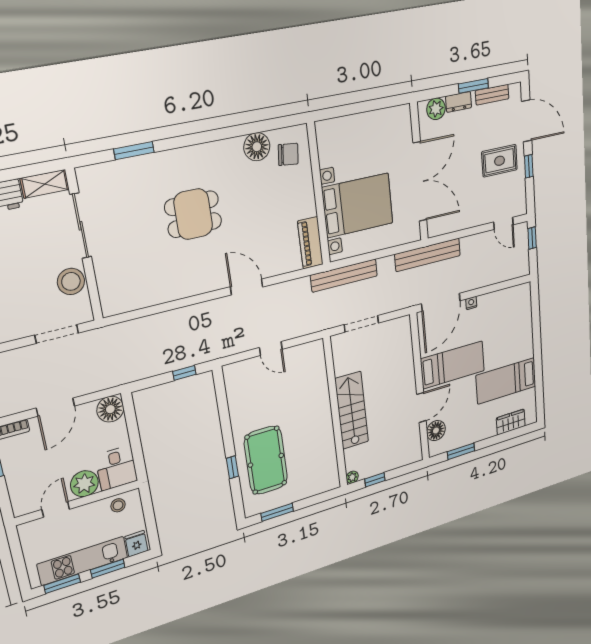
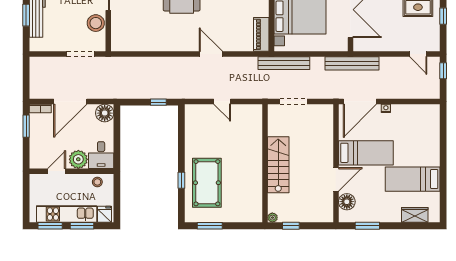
door: (55, 407) -> (70, 101), width x1.36

